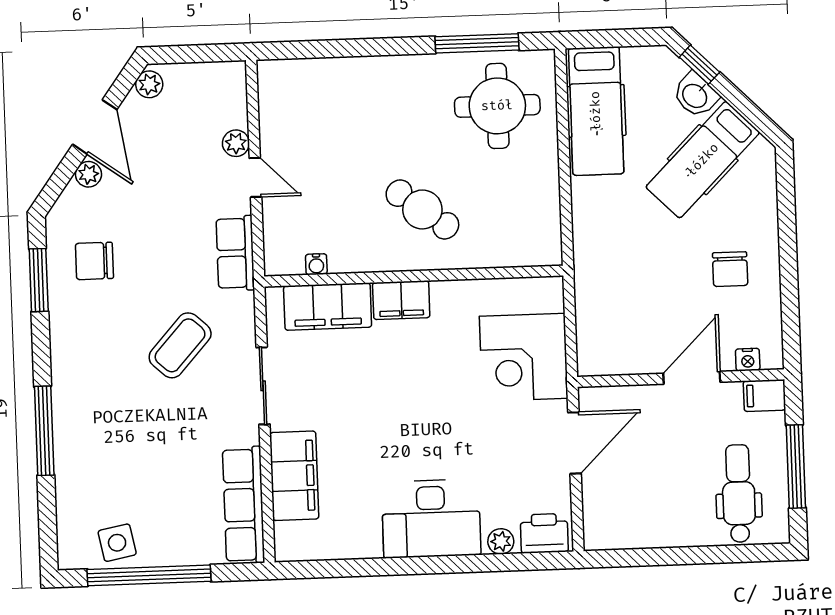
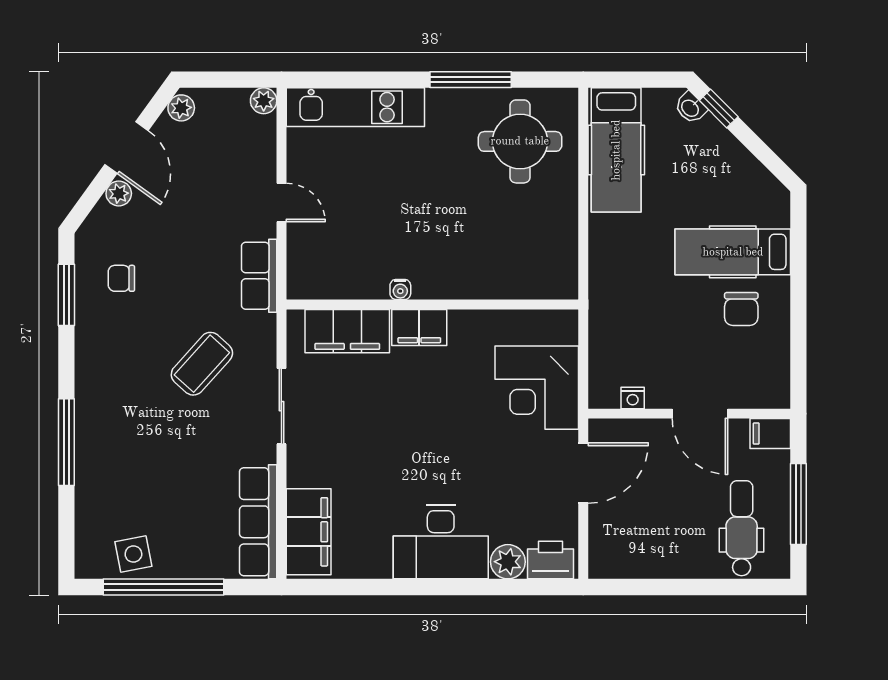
window: (477, 43) -> (471, 80), moved
kitchen unit: (327, 77) -> (355, 107), added
washbasin: (695, 95) -> (690, 108), moved, width x0.72, depth x0.69
plant: (236, 143) -> (264, 101), moved
hospital bed: (703, 160) -> (733, 252), moved, turned 45
cafe table: (422, 209) -> (443, 240), removed
chair: (94, 261) -> (121, 278), width x0.73, depth x0.73
water cooler: (316, 264) -> (400, 289), moved
nightstand: (748, 360) -> (633, 398), moved
door: (692, 378) -> (700, 414), swing flipped
filing cabinet: (294, 476) -> (309, 532), moved
plant: (501, 541) -> (508, 562), width x1.38, depth x1.38

